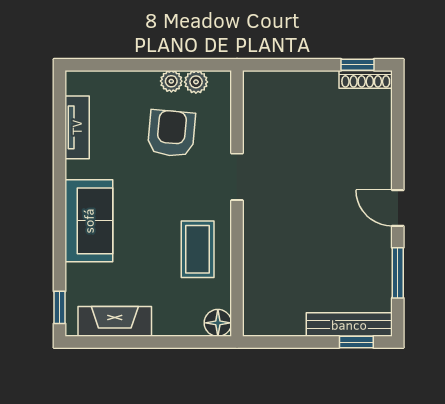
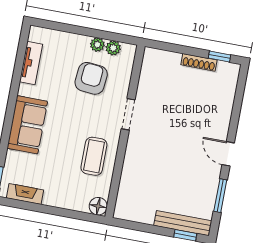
shoe rack: (366, 79) -> (199, 62), moved
fireplace: (115, 321) -> (25, 194), width x0.73, depth x0.76

